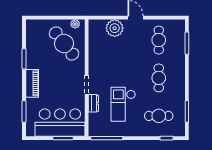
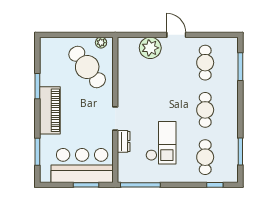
piano: (32, 83) -> (50, 110), width x1.37, depth x1.33
checkout: (123, 104) -> (161, 143), turned 180
cafe table: (159, 116) -> (205, 157), turned 90

